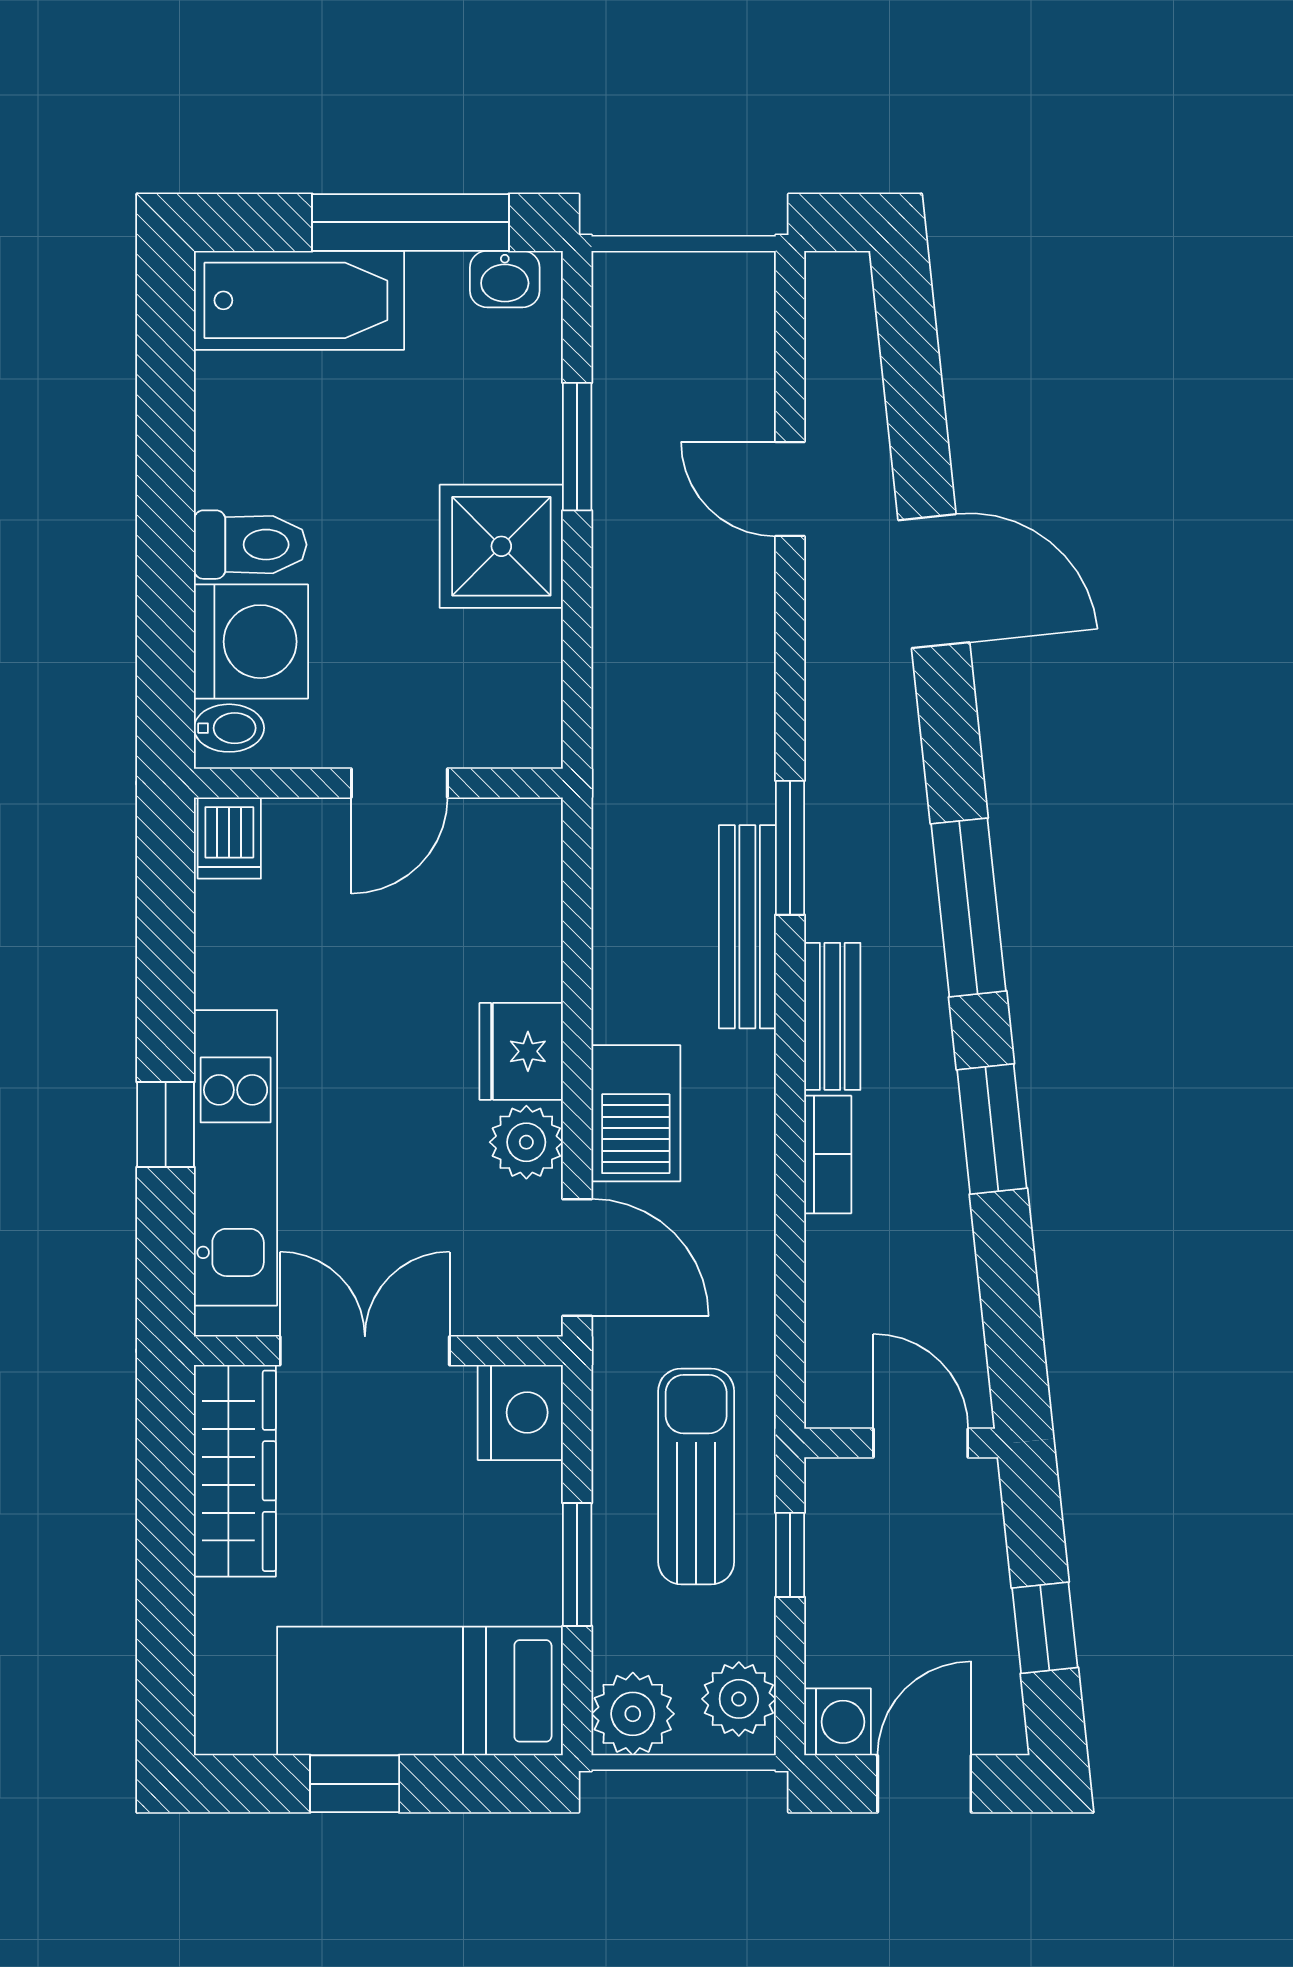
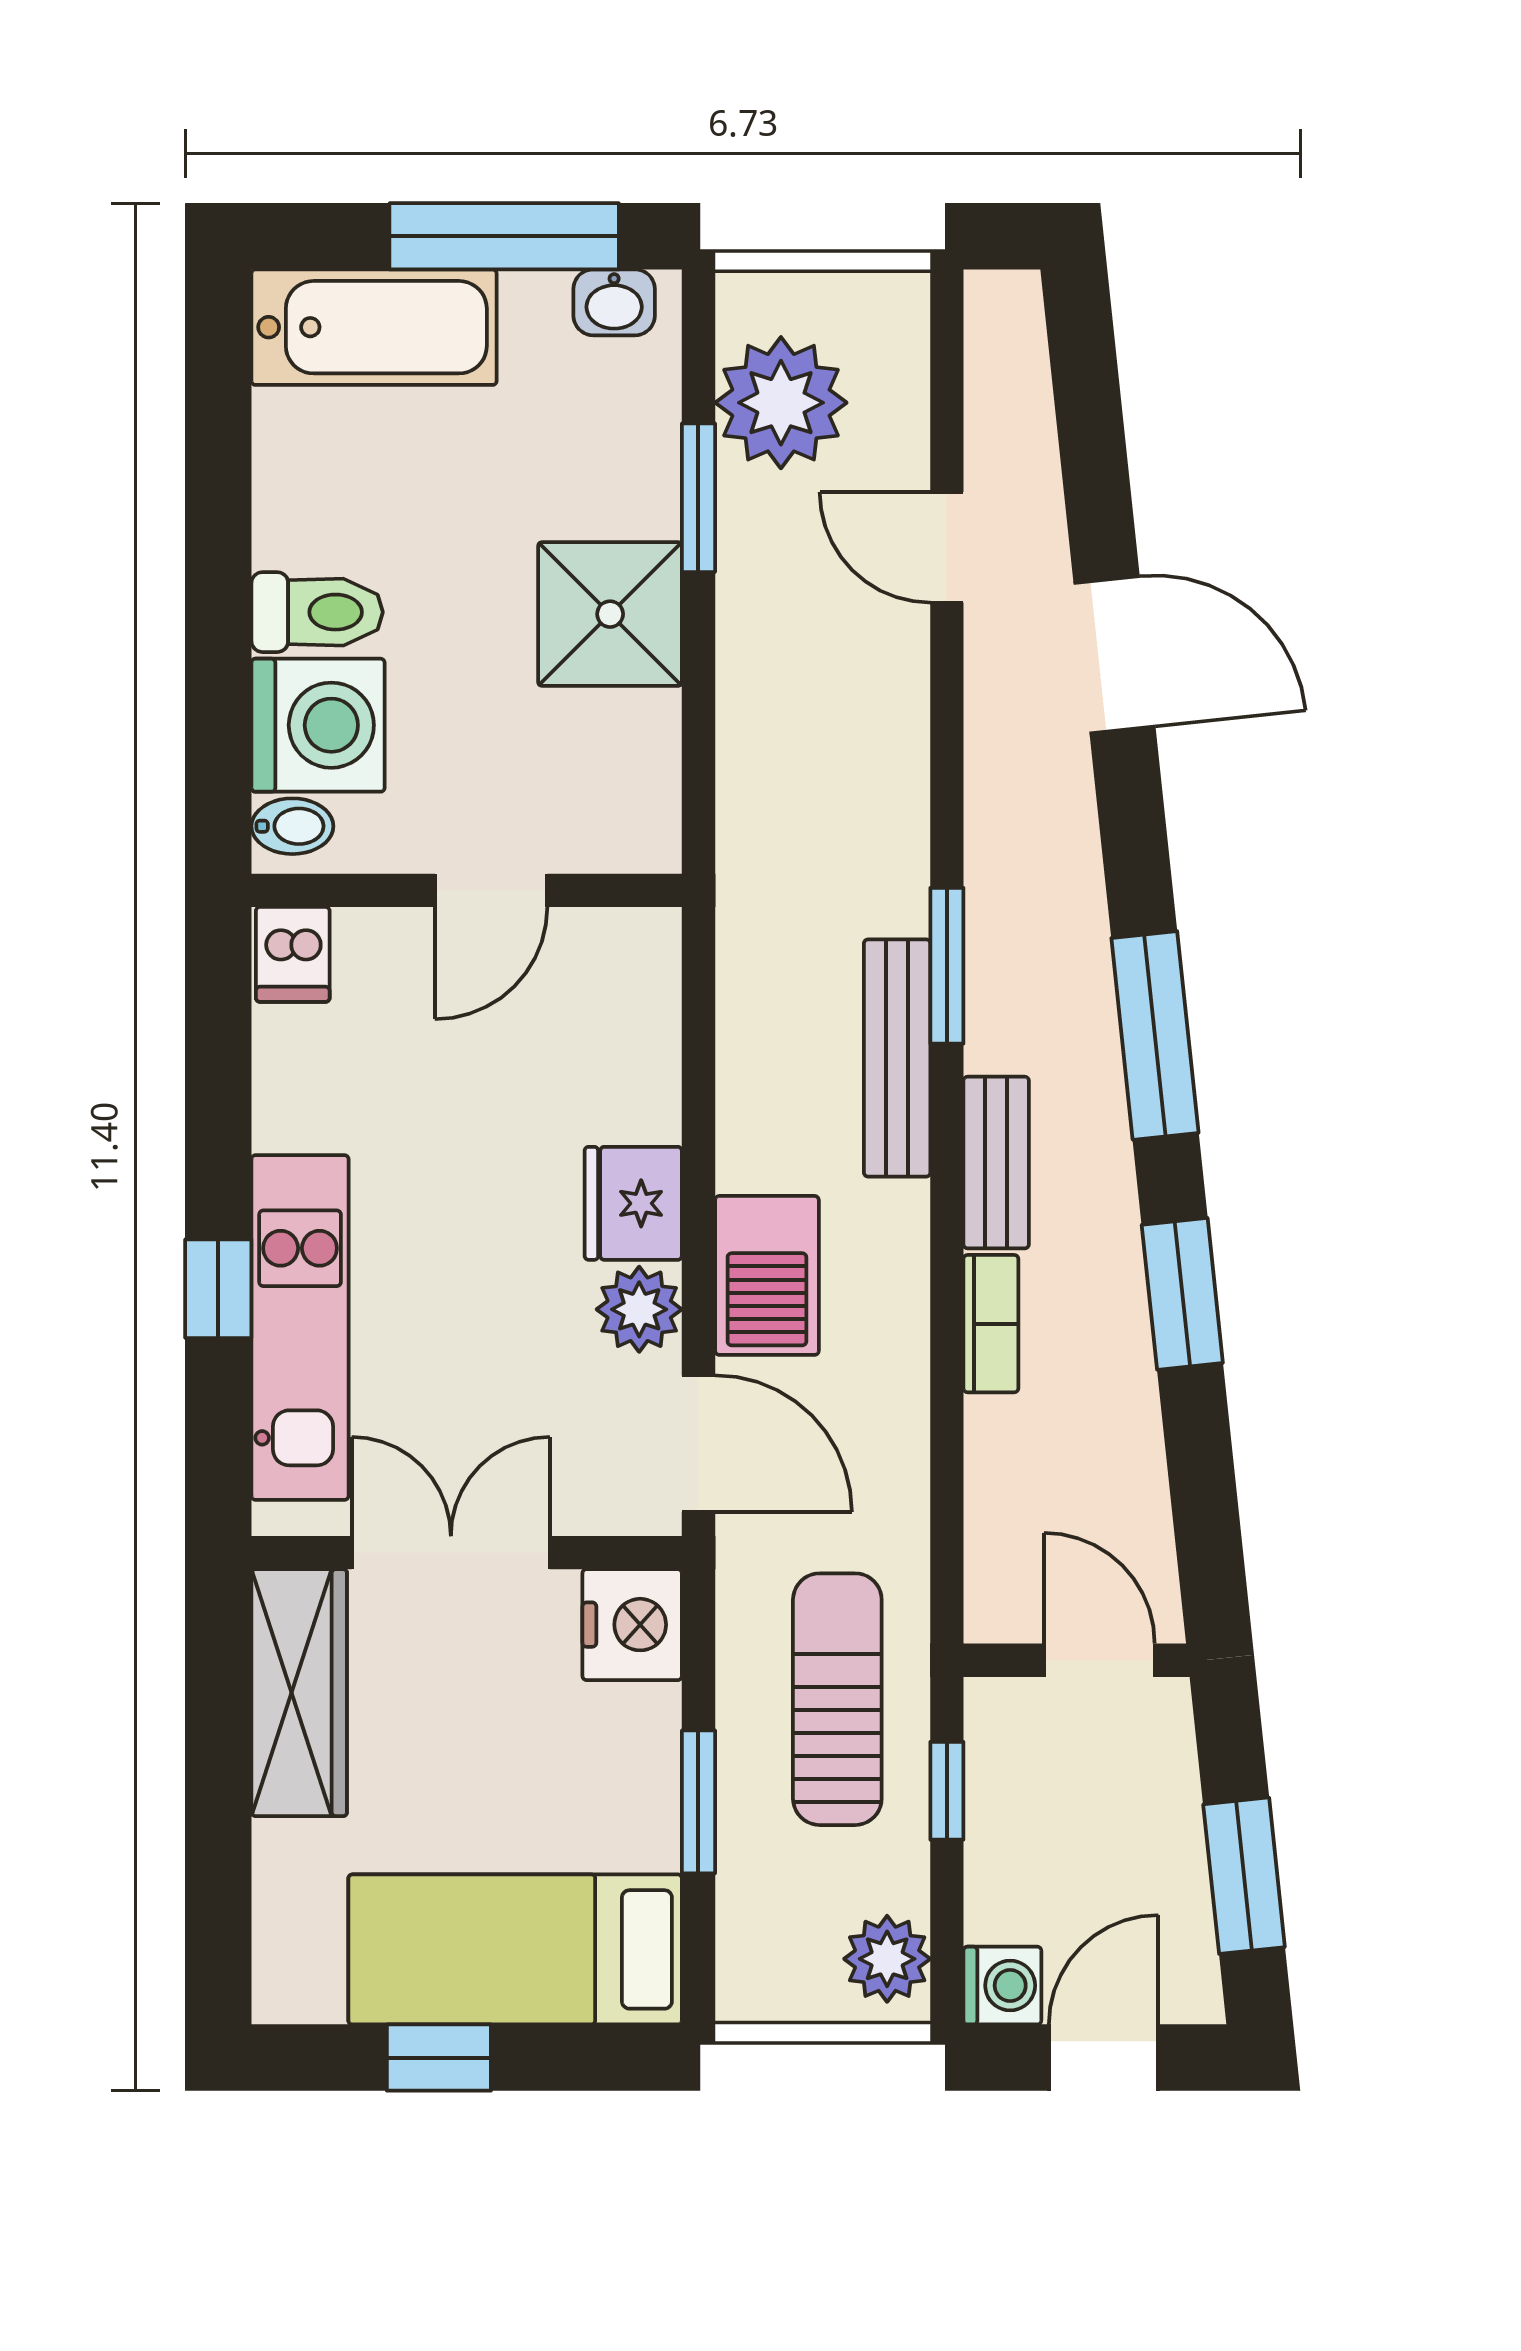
window: (1045, 1628) -> (1244, 1876), width x1.50
plant: (633, 1714) -> (781, 403), moved, width x1.36, depth x1.36

